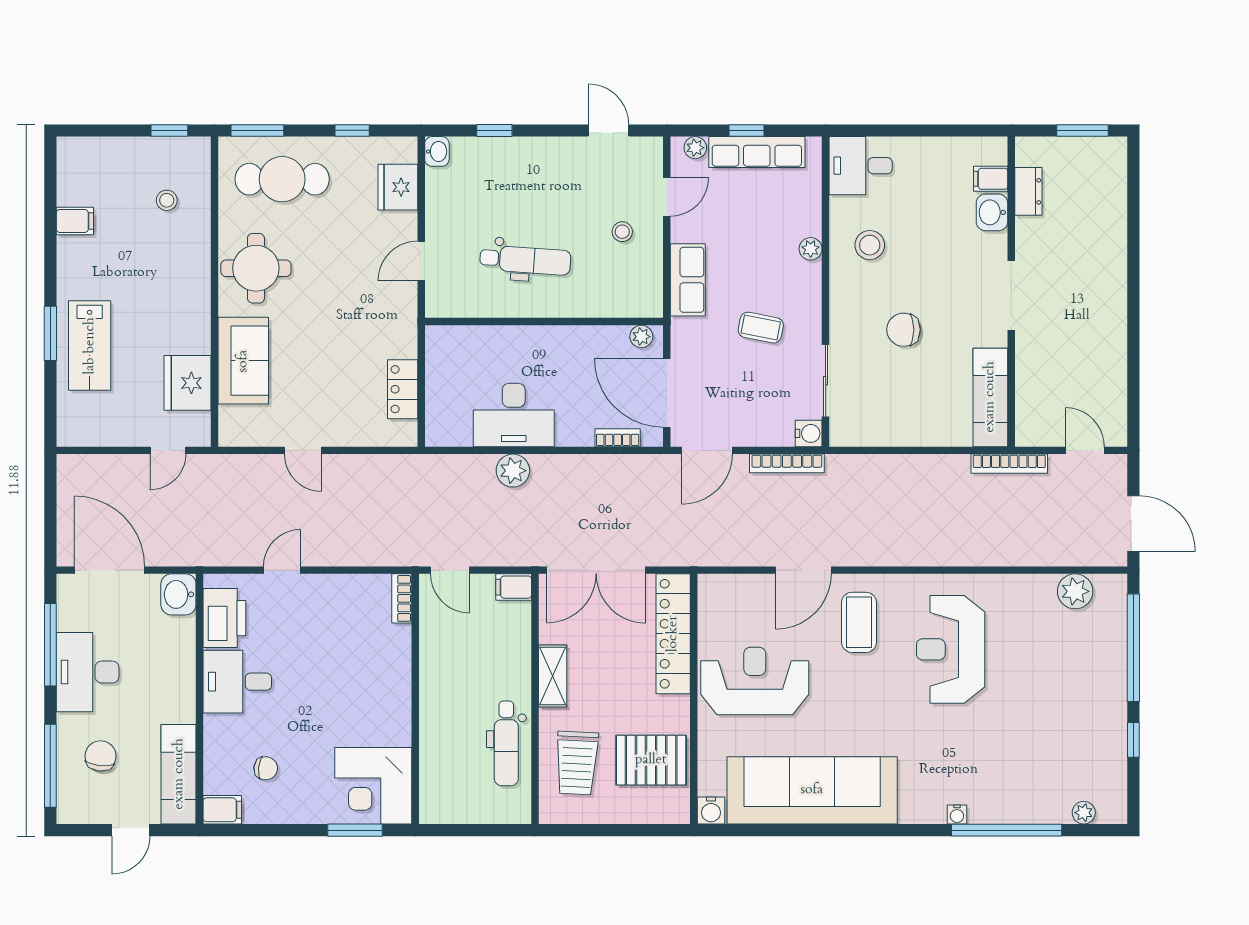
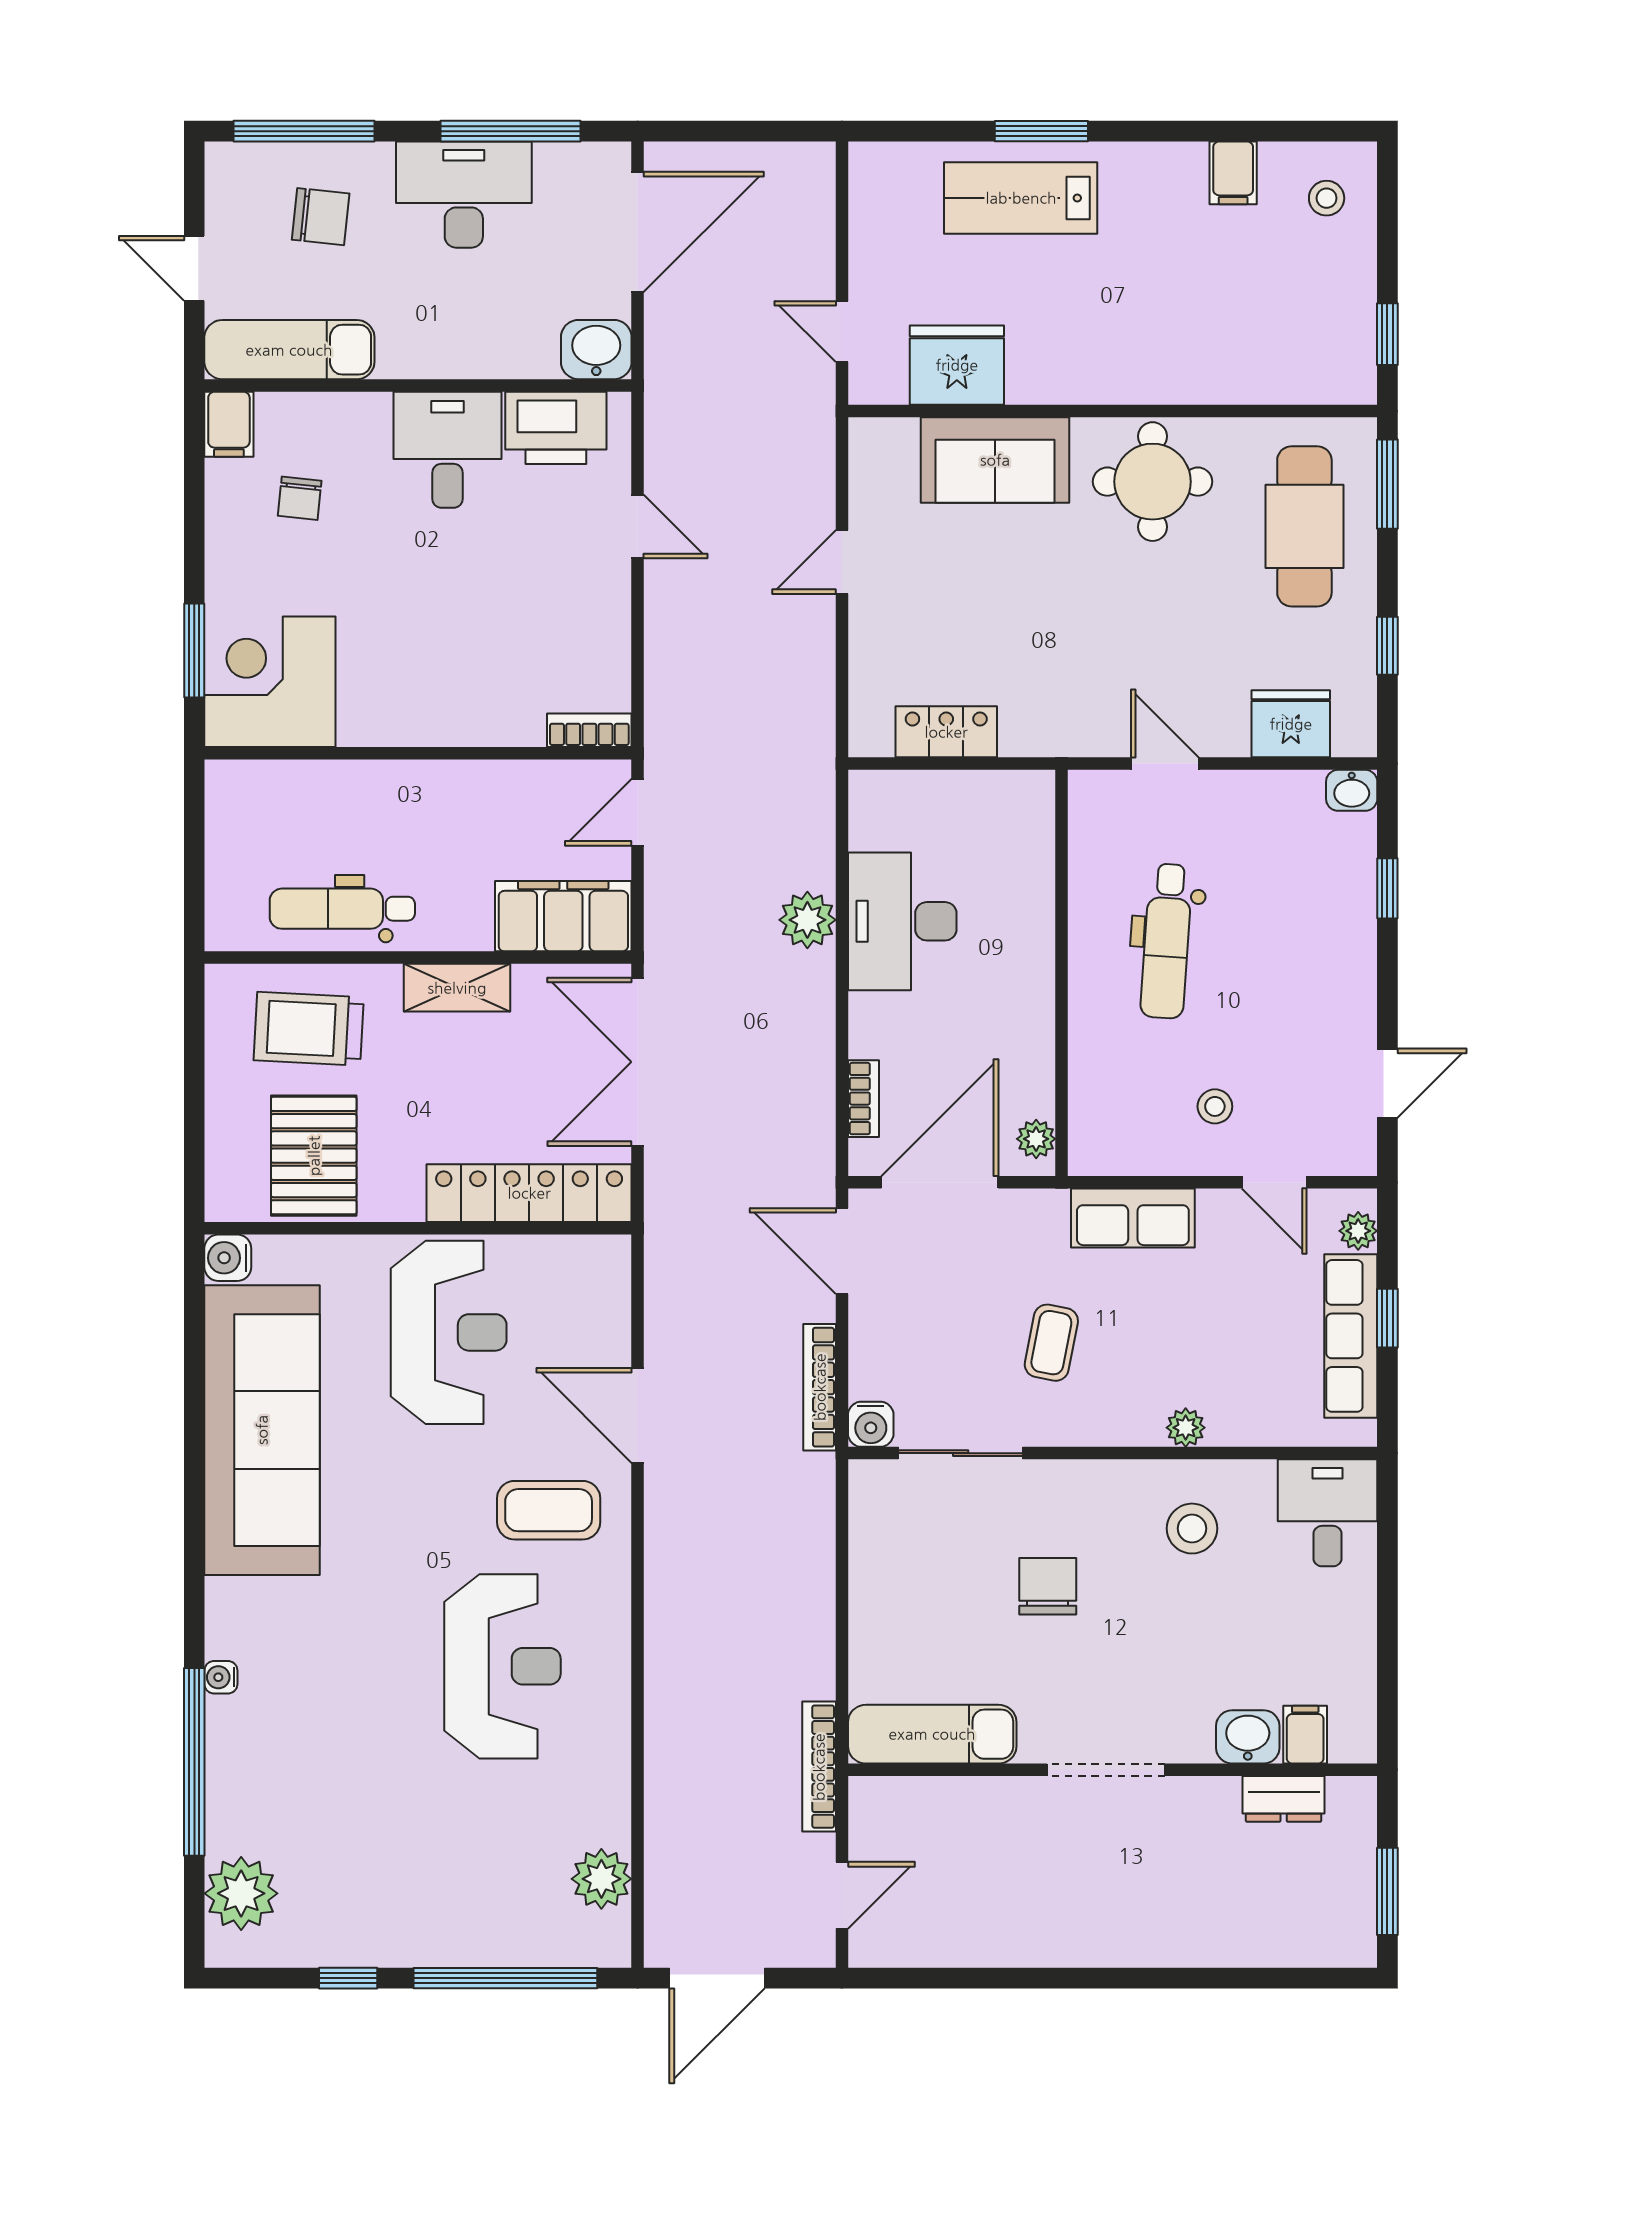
stool: (167, 200) -> (1327, 198), moved
filing cabinet: (514, 587) -> (563, 916), width x3.00, depth x1.17
reception desk: (951, 649) -> (502, 1666), turned 90
plant: (1084, 813) -> (241, 1893), width x1.88, depth x1.88

